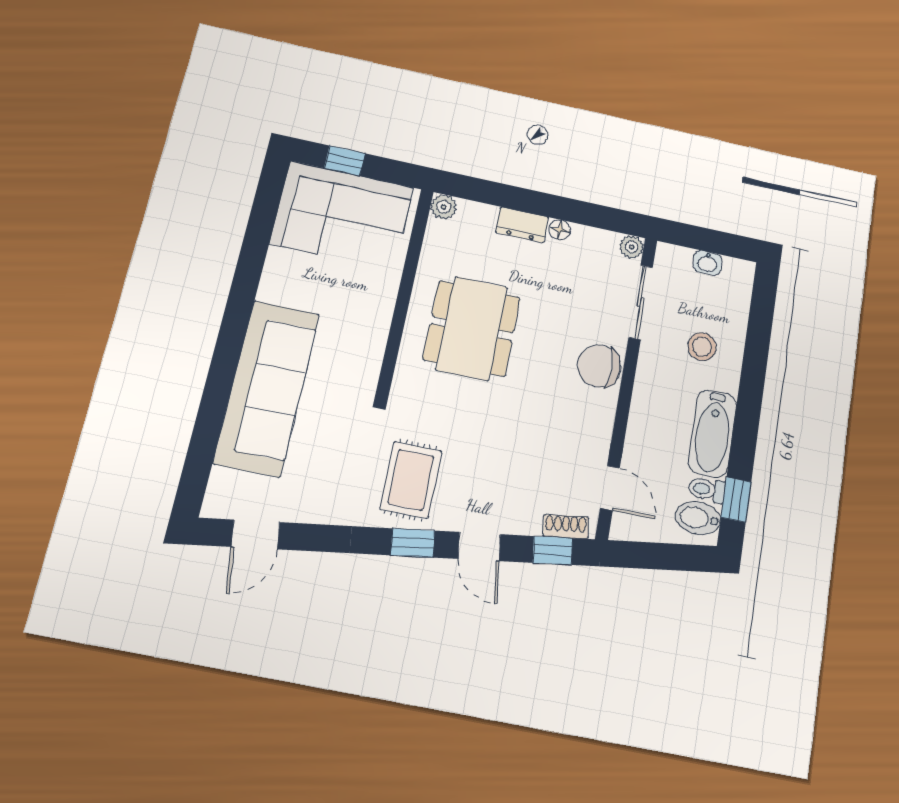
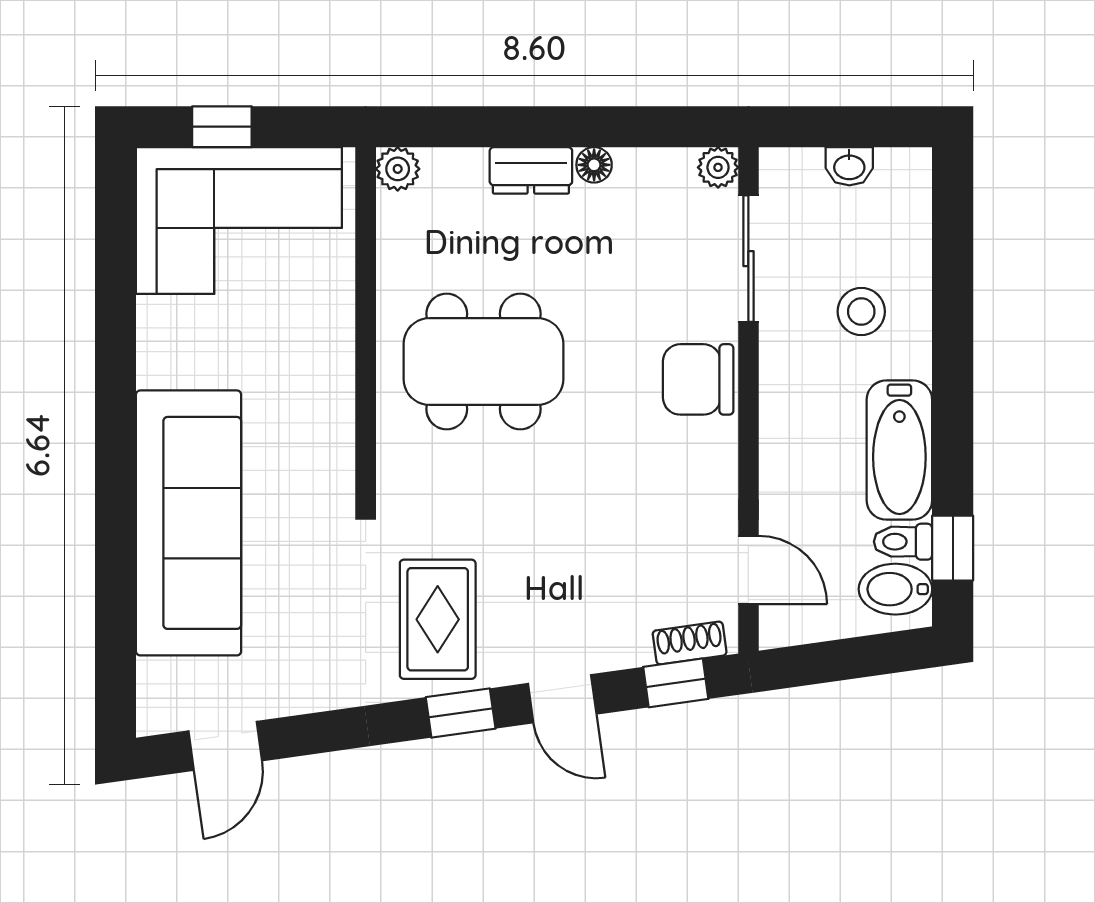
dining table: (472, 328) -> (483, 361), turned 90

